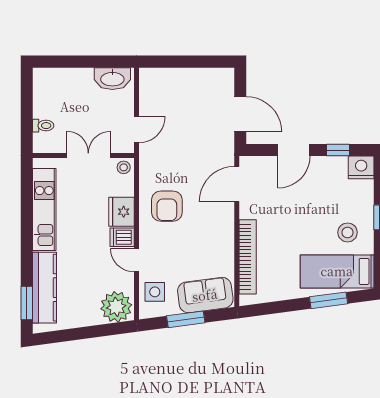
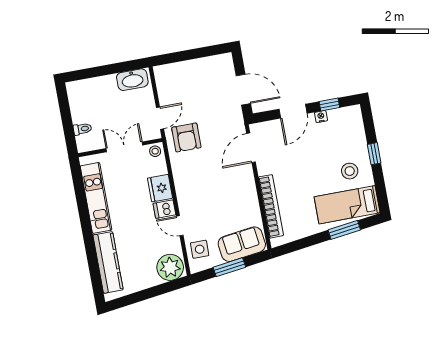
nightstand: (361, 167) -> (321, 117), moved, width x0.53, depth x0.56
armchair: (167, 206) -> (186, 137), moved
window: (27, 303) -> (96, 278), removed

